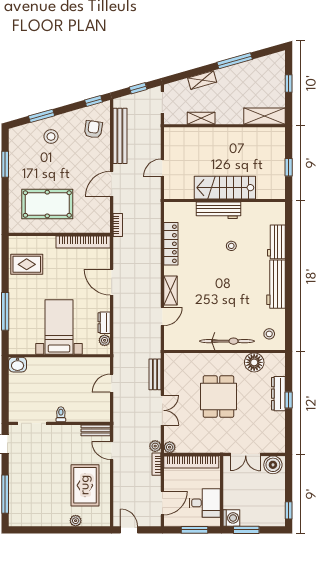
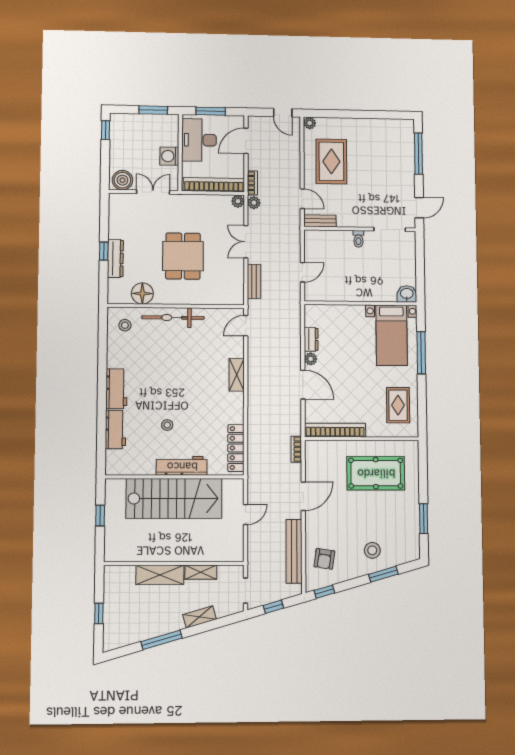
shelving: (264, 116) -> (160, 575), moved
stairs: (225, 188) -> (174, 498), width x1.36, depth x1.51
locker: (171, 244) -> (236, 448), moved
rug: (27, 264) -> (398, 405), turned 90
workbench: (276, 284) -> (116, 389), width x0.73
door: (162, 316) -> (246, 326), moved
bed with nightstands: (59, 327) -> (392, 335), moved
plant: (105, 340) -> (311, 359), moved
desk: (205, 503) -> (199, 140), width x1.37
washing machine: (231, 518) -> (169, 156), moved
plant: (76, 521) -> (310, 123), moved

